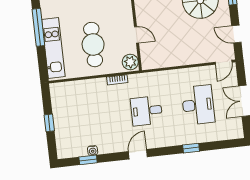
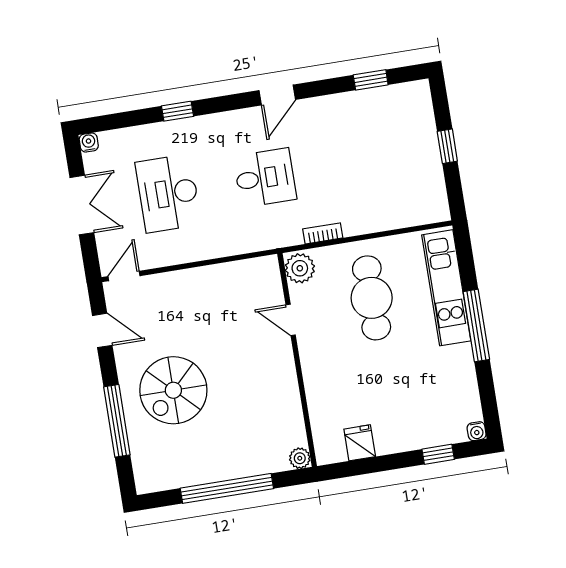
water cooler: (93, 150) -> (89, 142), moved

